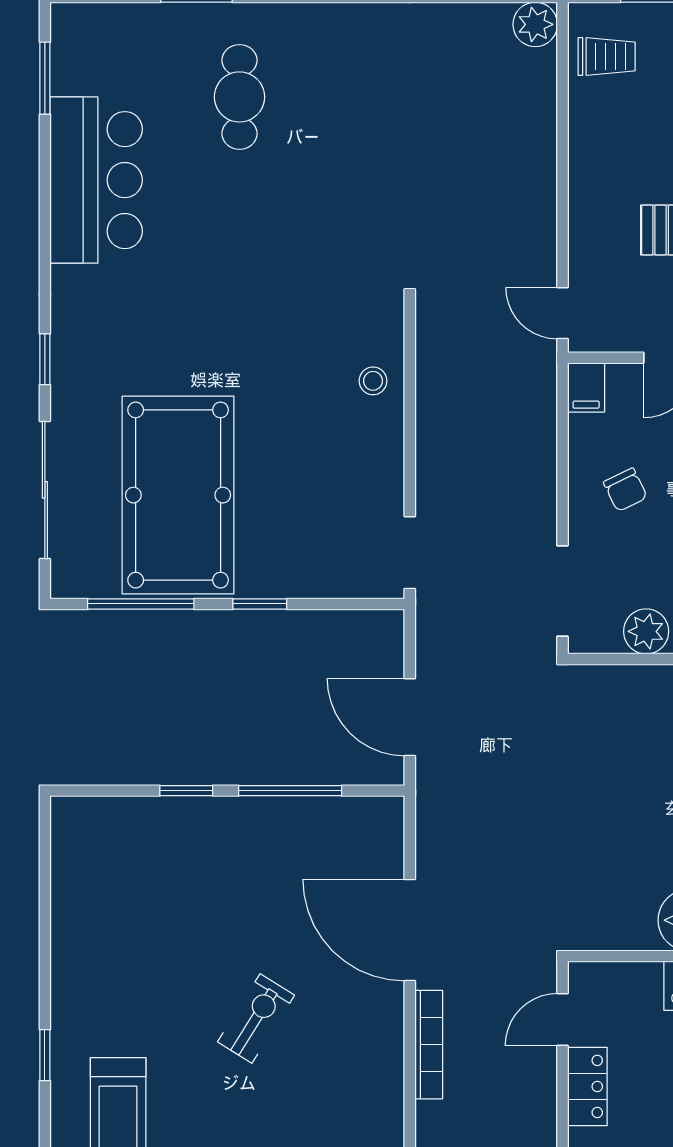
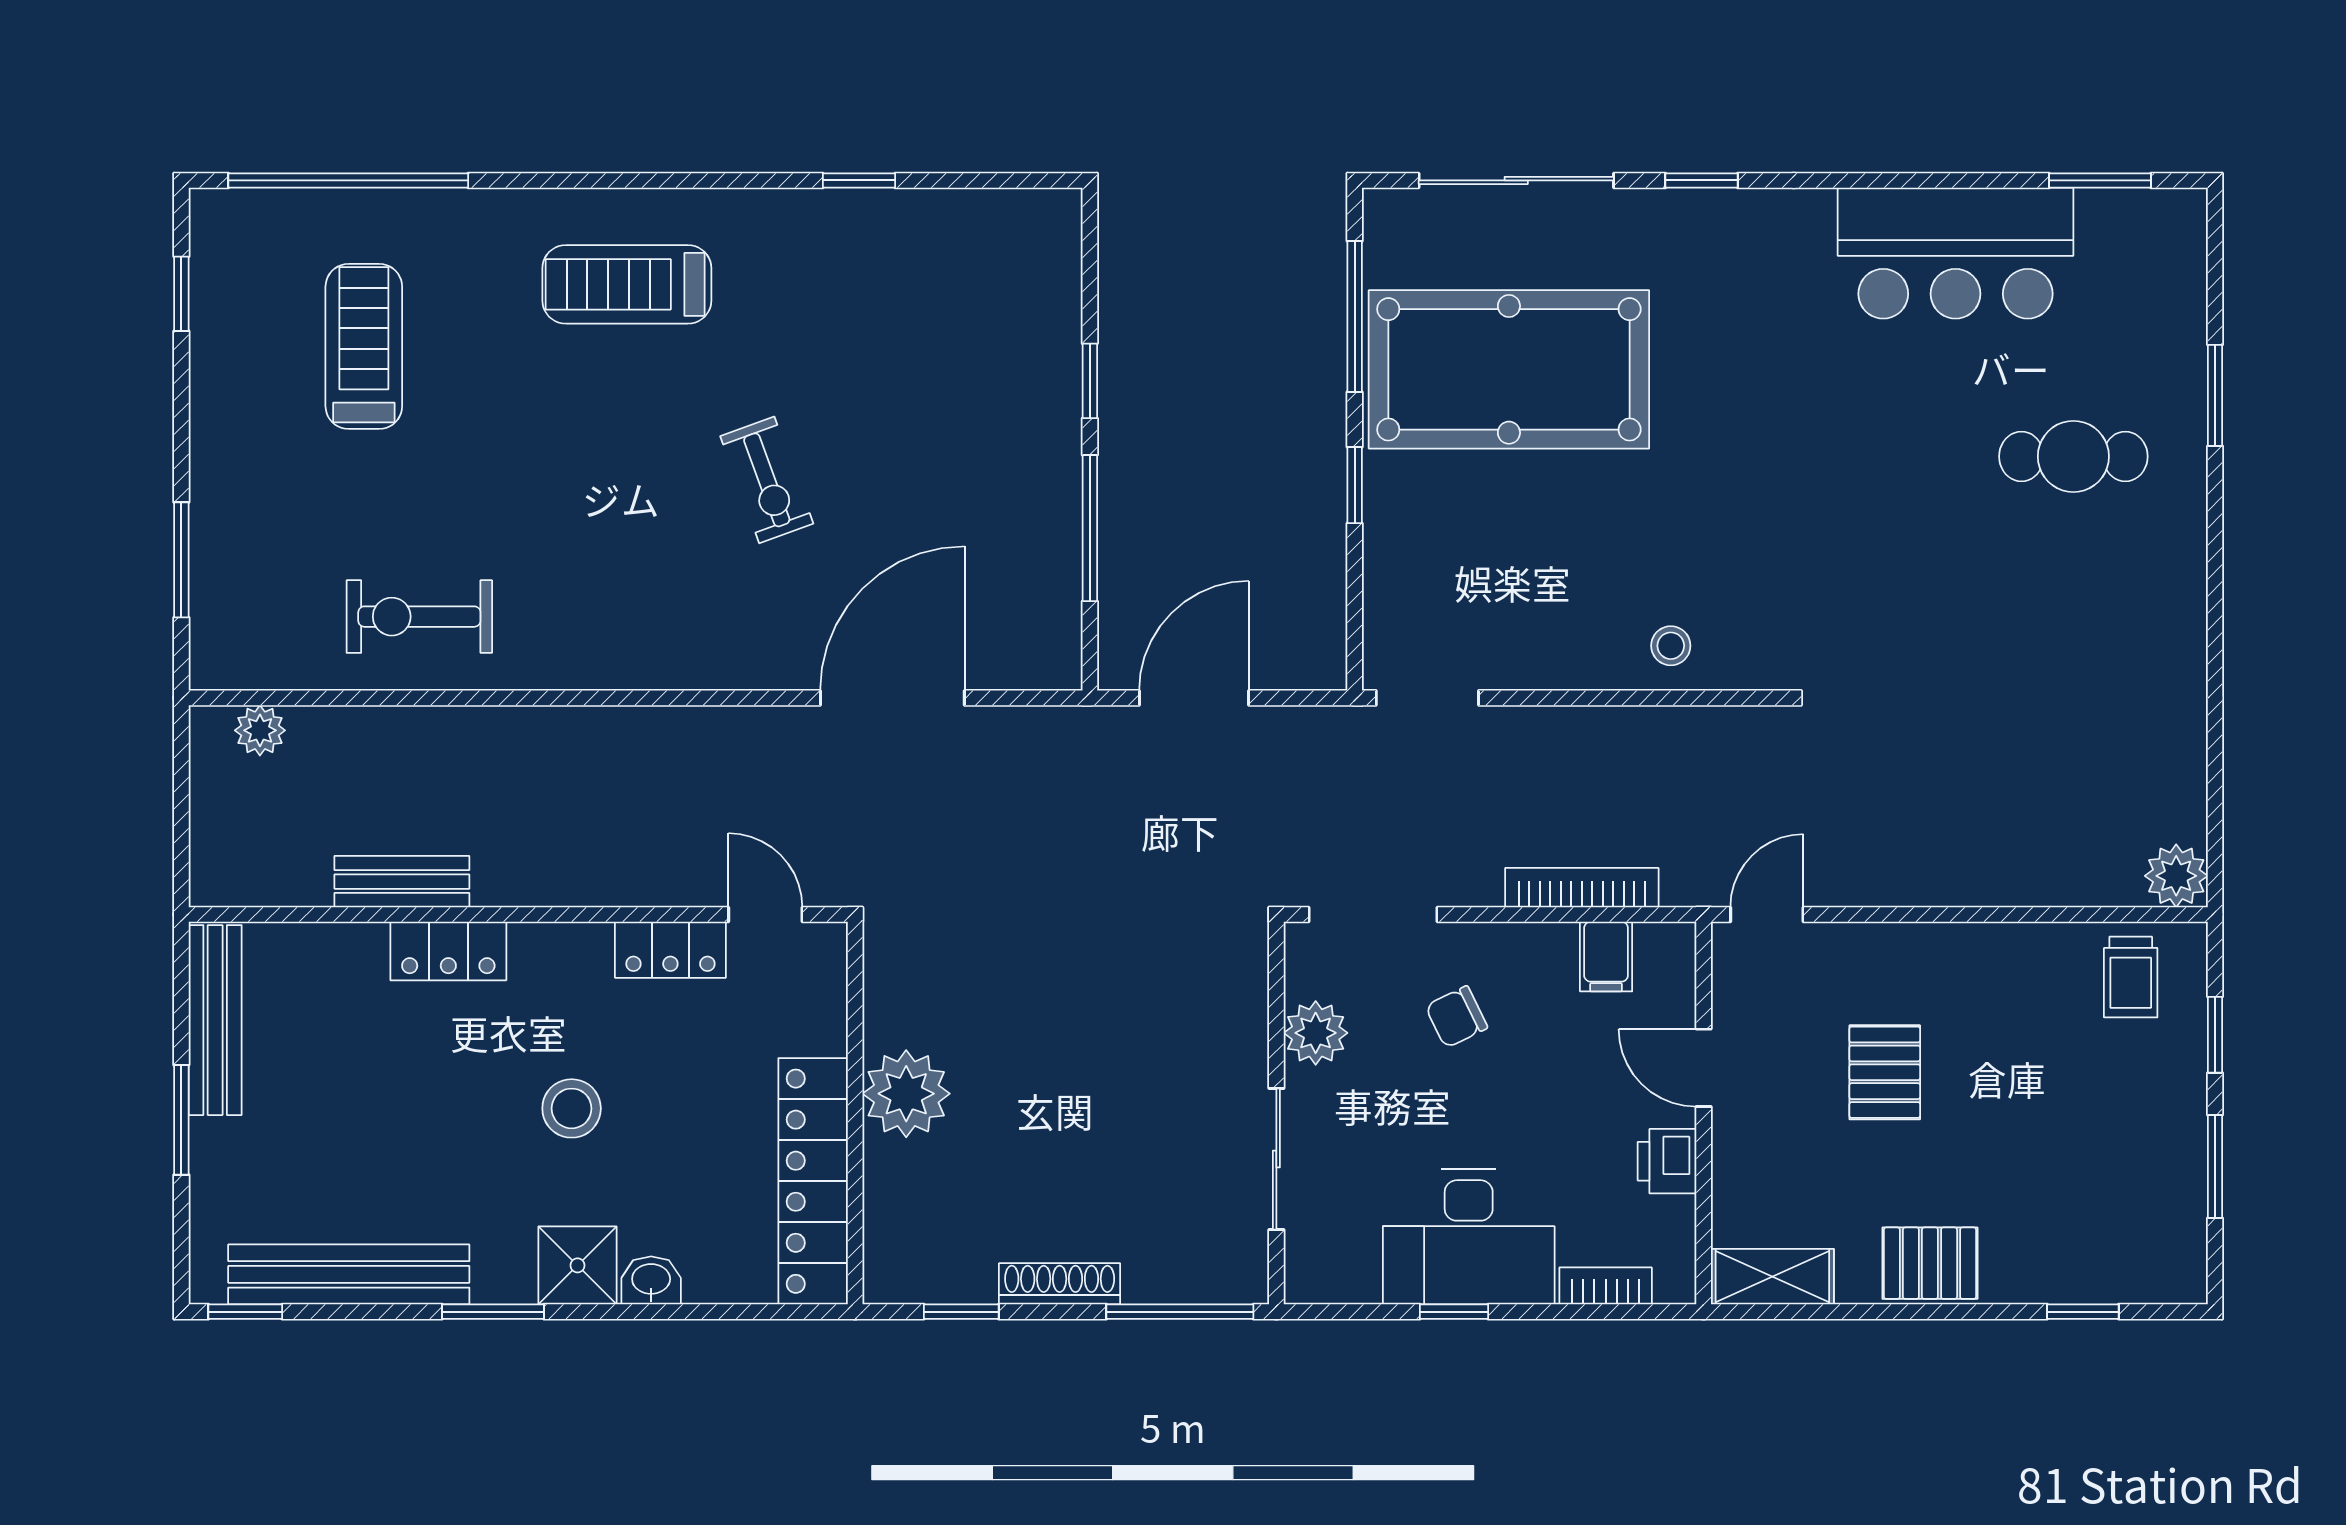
filing cabinet: (586, 387) -> (1606, 957), moved, turned -90
chair: (625, 490) -> (1456, 1017), moved
exercise bike: (256, 1019) -> (767, 480), turned 38
bookcase: (429, 1045) -> (1582, 888), moved, turned 180
window: (45, 1055) -> (859, 180), moved

